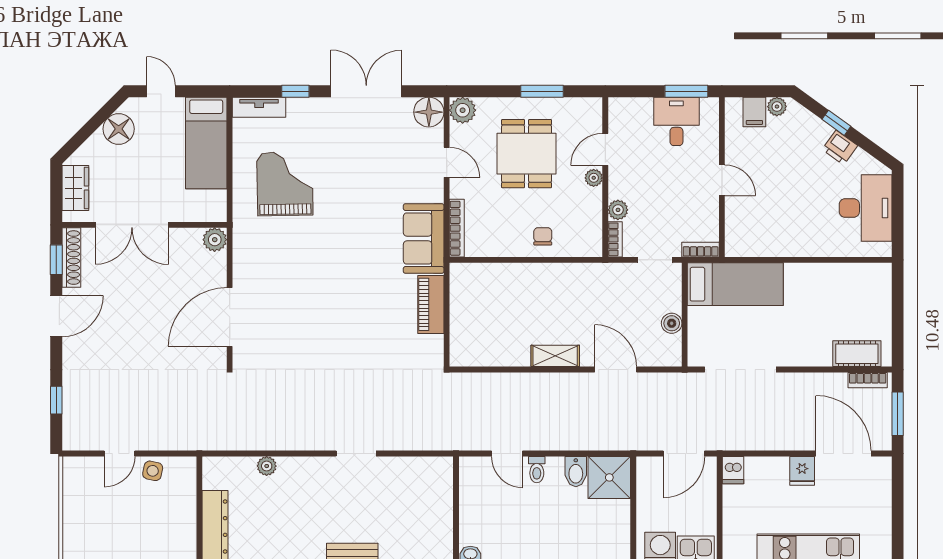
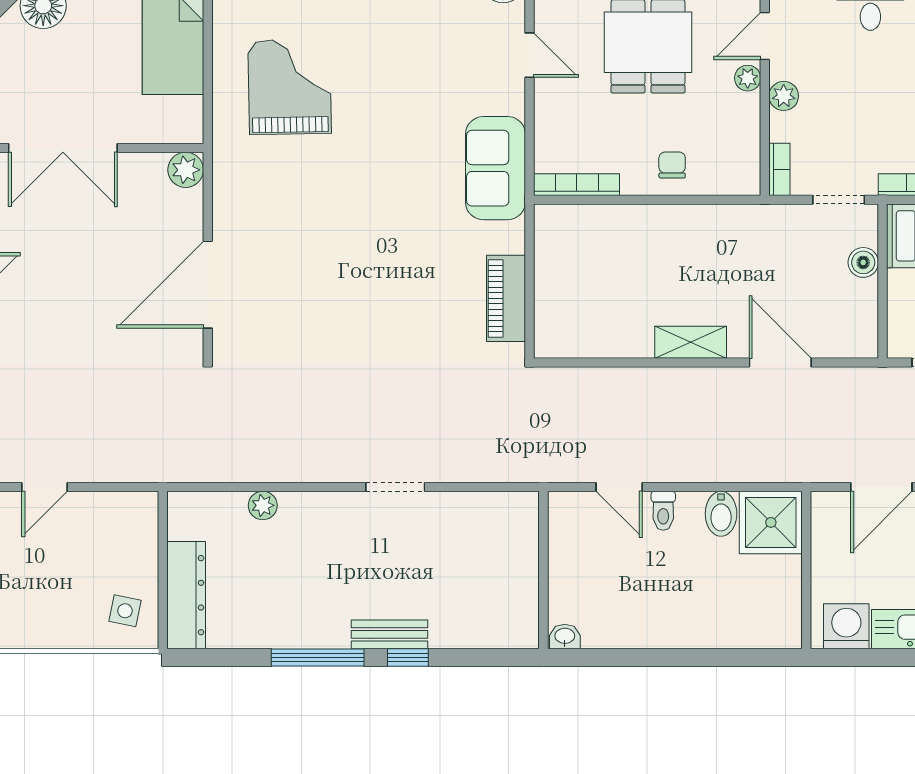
plant: (618, 210) -> (784, 96), moved
bookcase: (457, 228) -> (577, 185), moved, turned -90
piano: (431, 304) -> (506, 298), moved
boiler: (672, 323) -> (863, 262), moved
side table: (153, 471) -> (125, 611), moved

